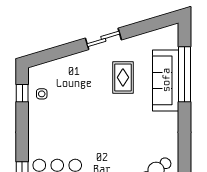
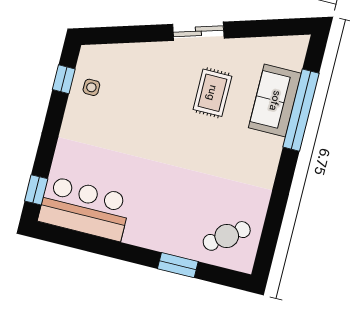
sofa: (166, 80) -> (275, 101), width x0.73

